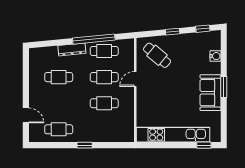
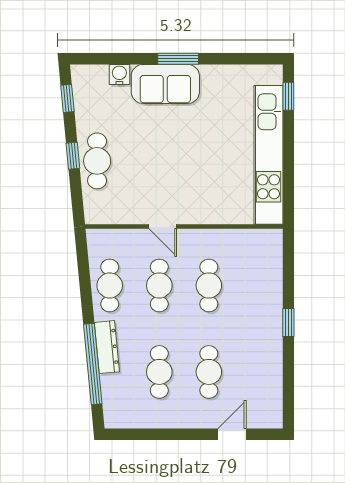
window: (94, 39) -> (93, 364), moved
cafe table: (157, 55) -> (97, 161), moved, turned -40
sofa: (210, 93) -> (165, 84), moved
cafe table: (59, 129) -> (209, 372), moved

